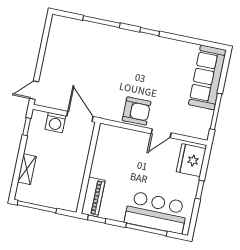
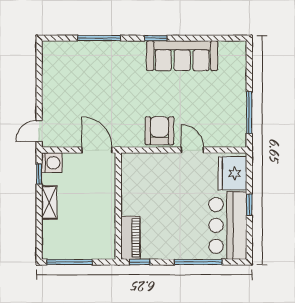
sofa: (207, 77) -> (182, 56), moved, turned -90
armchair: (137, 111) -> (160, 131), turned -90
washing machine: (55, 123) -> (52, 163), moved, turned -90
door: (161, 133) -> (192, 150), swing flipped
shelving: (27, 169) -> (49, 202), moved
bar counter: (156, 212) -> (228, 225), moved, turned -90

